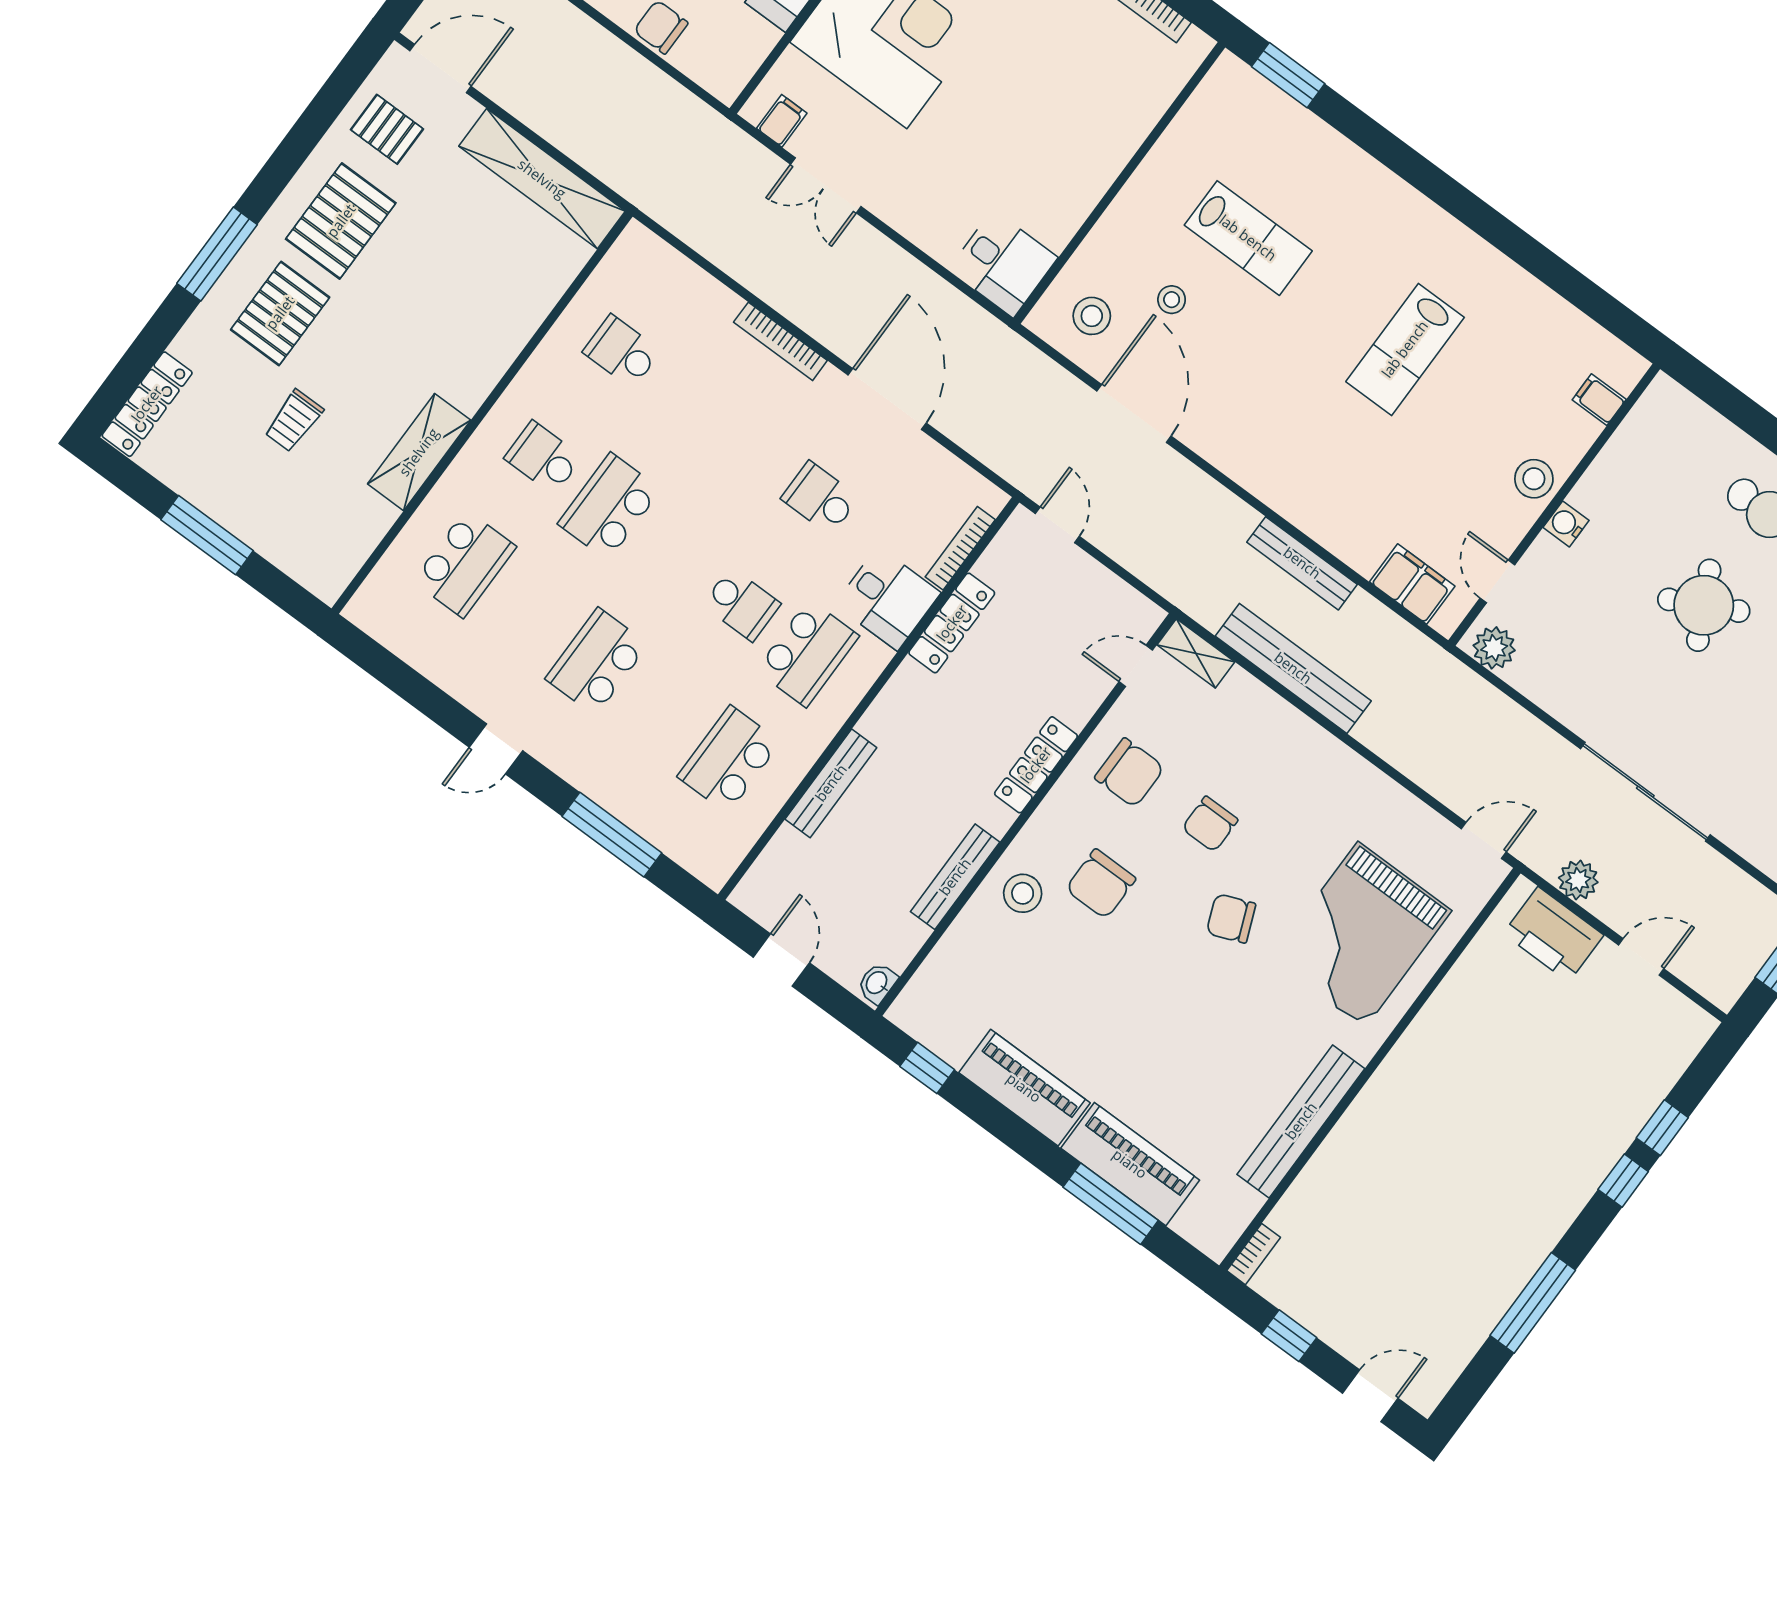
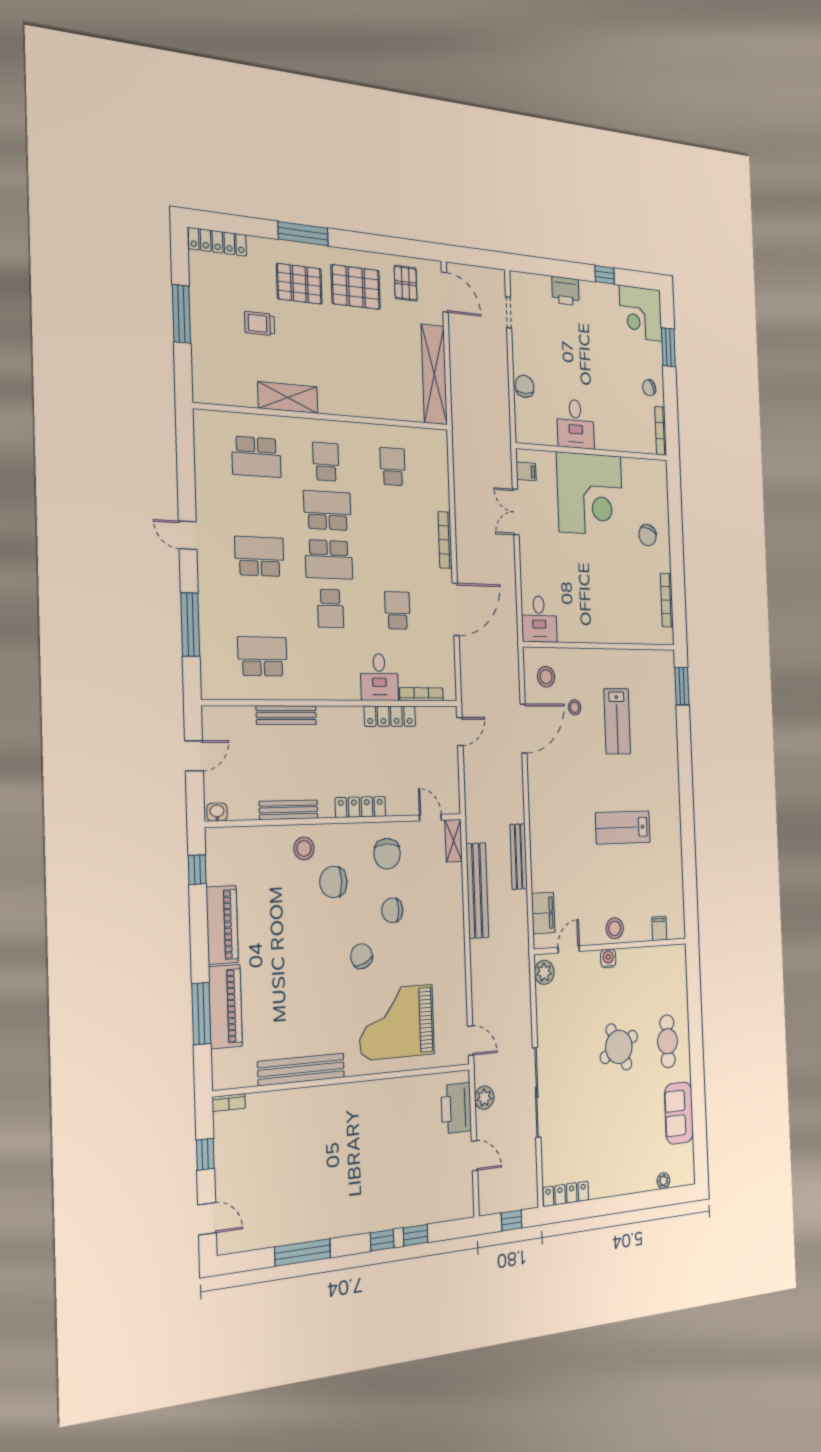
school desk: (808, 653) -> (329, 559), moved

